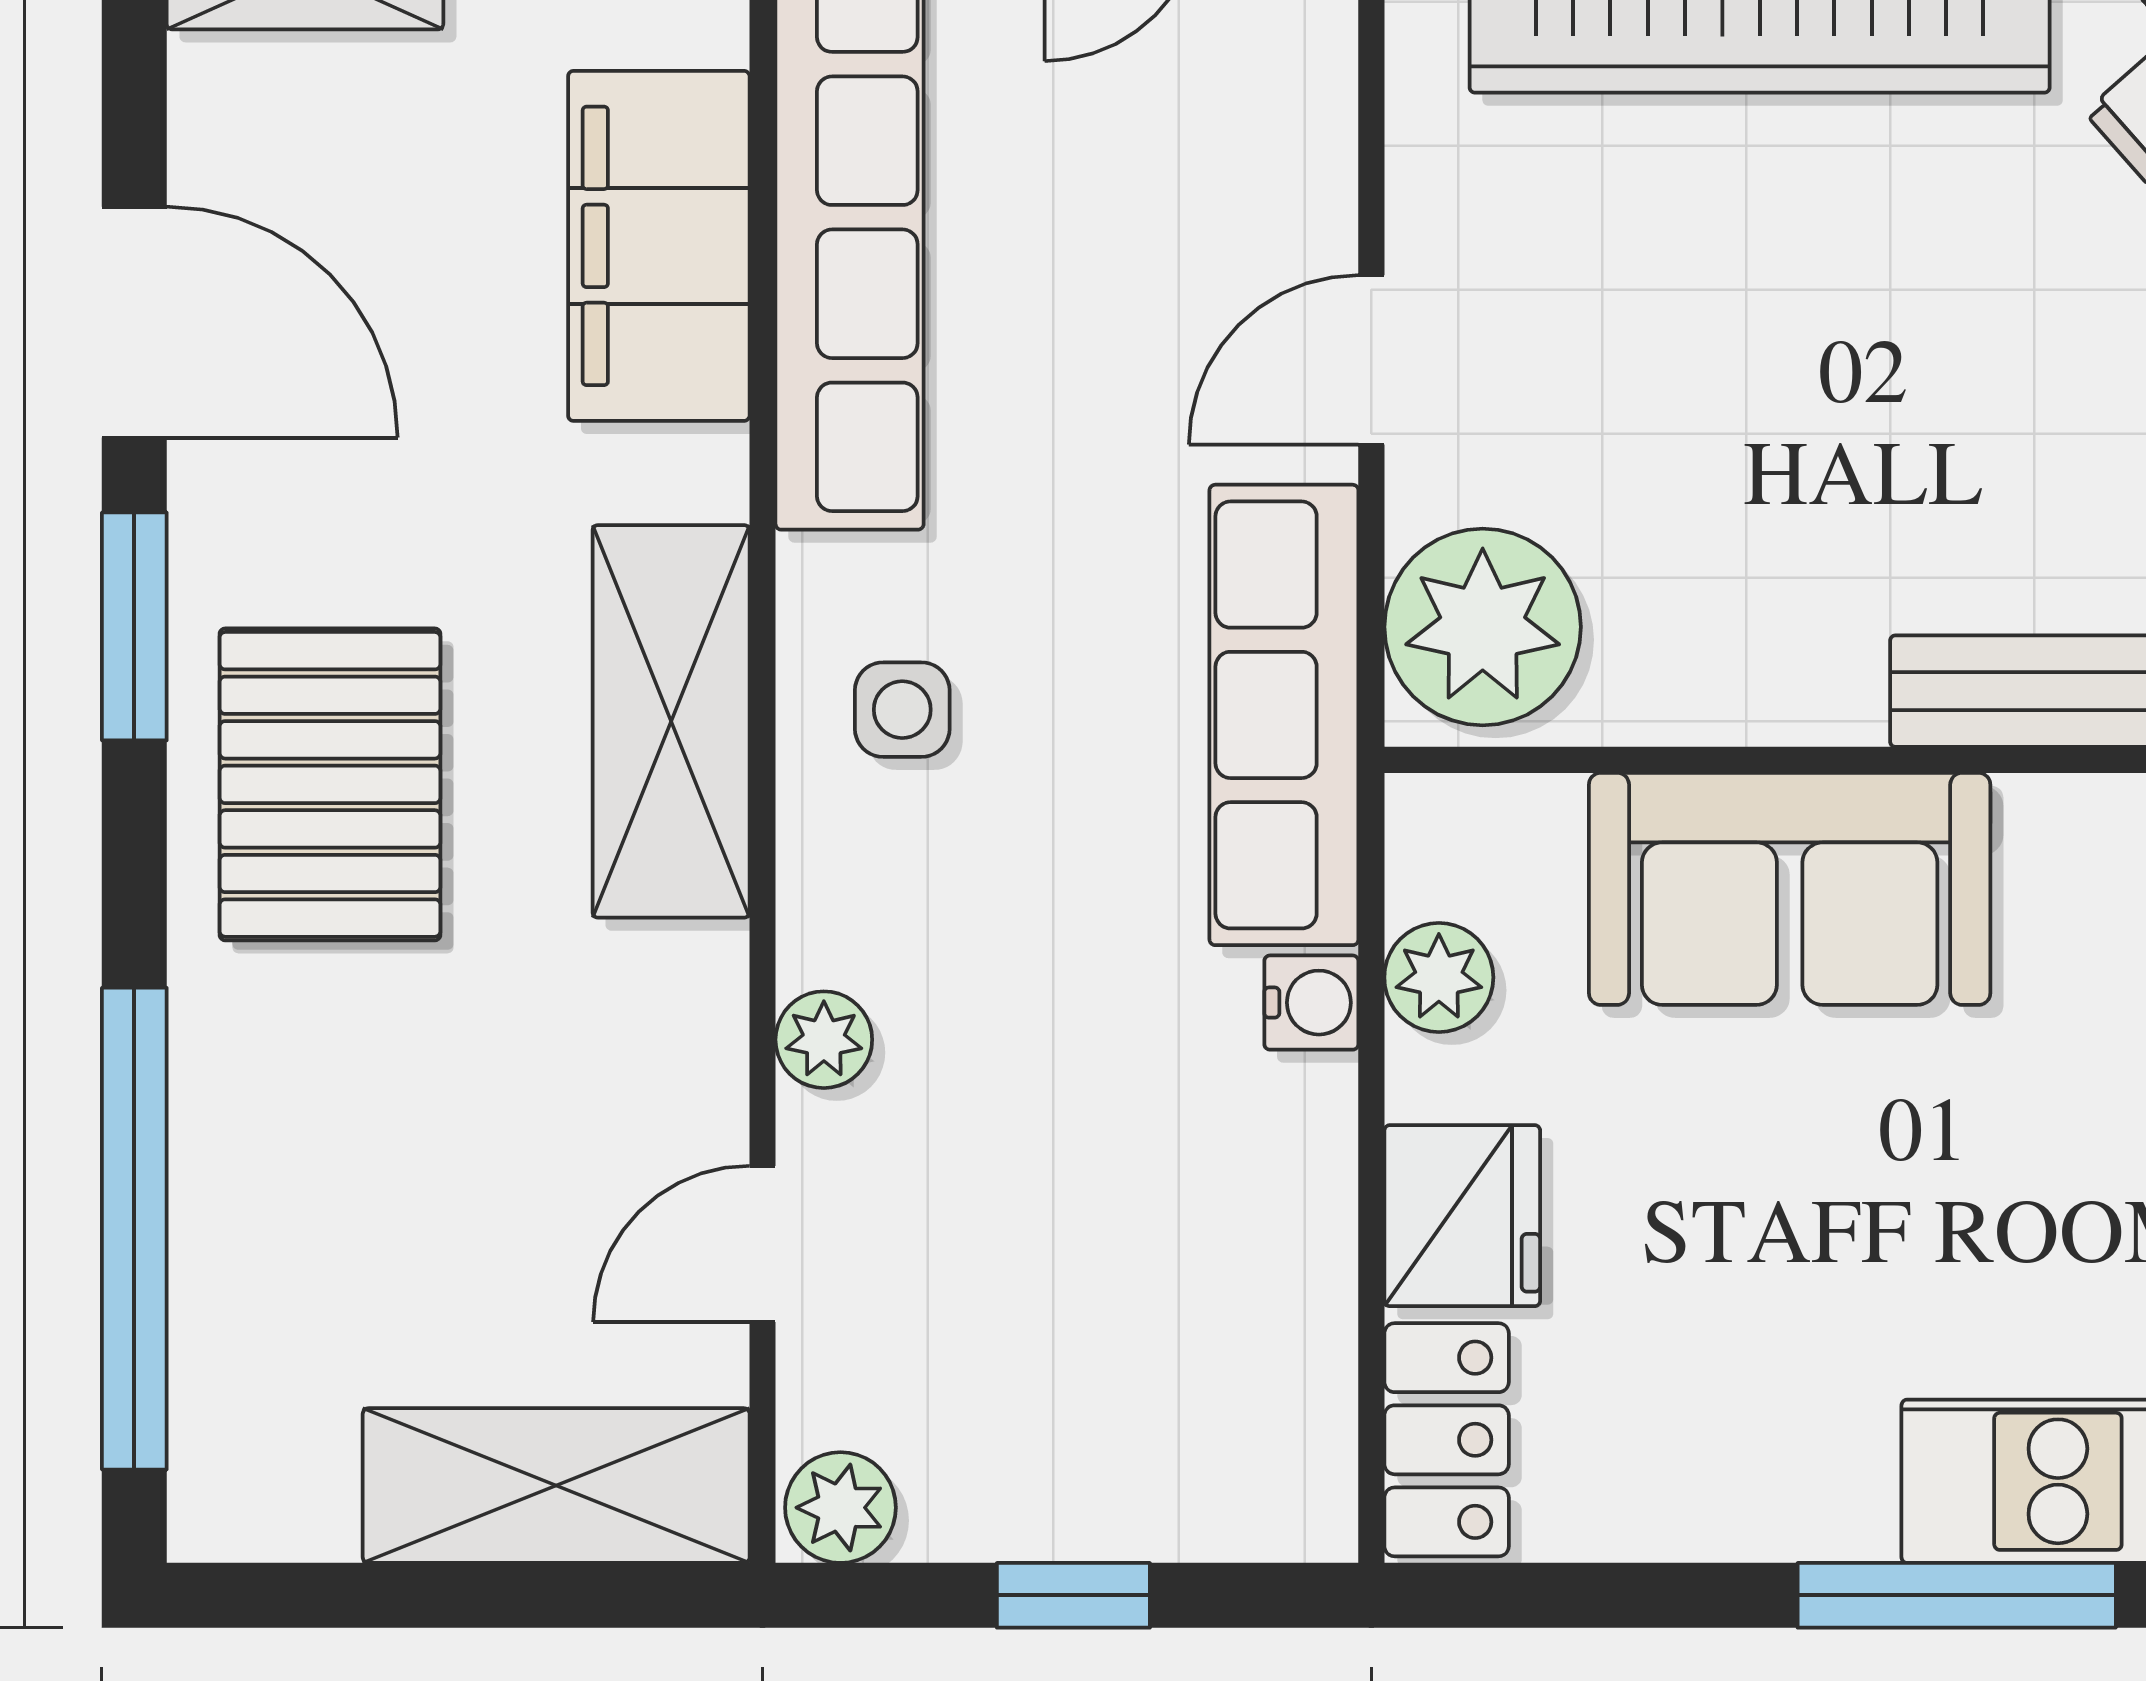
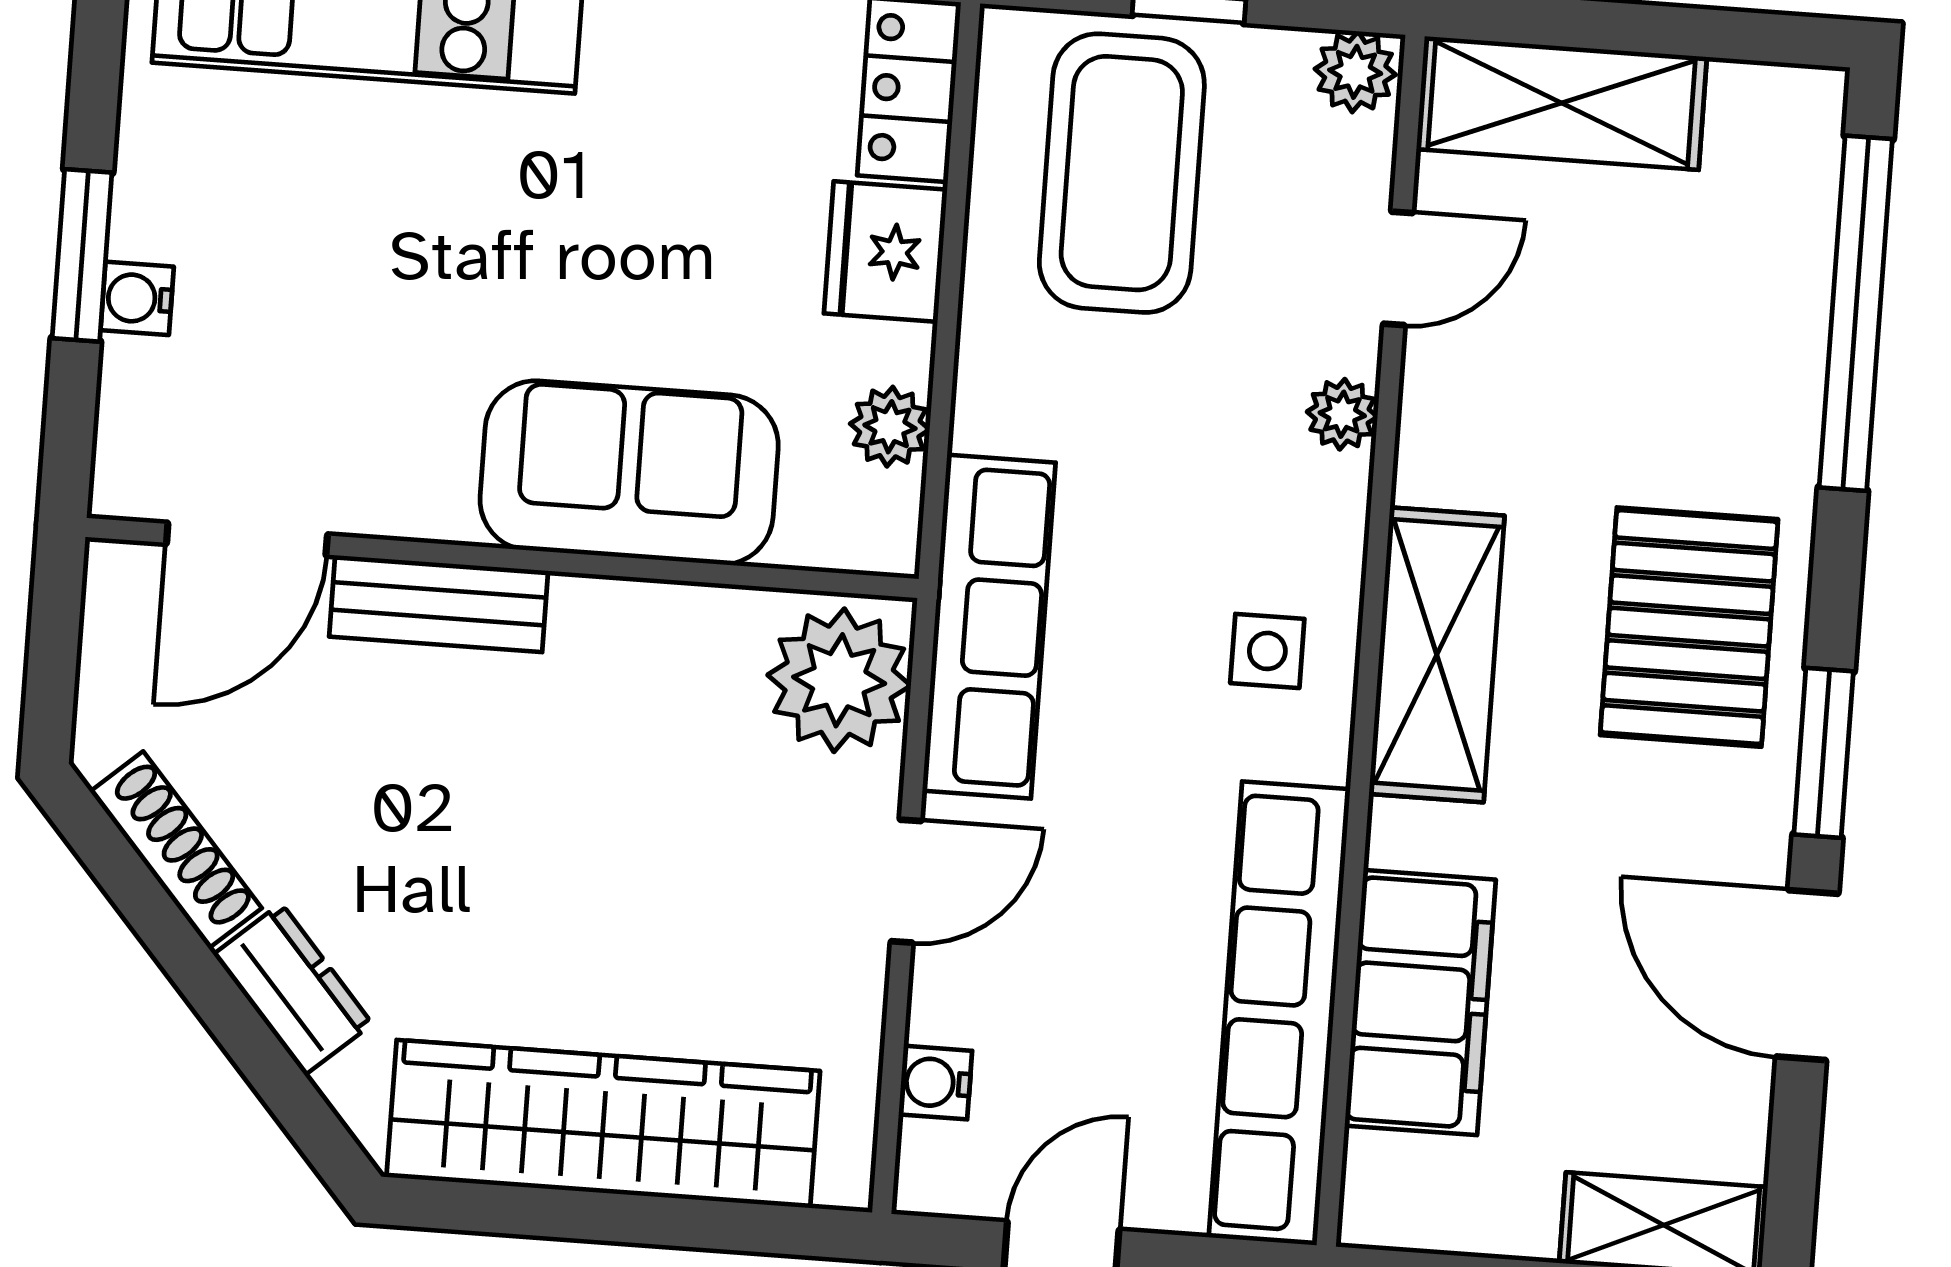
water cooler: (1311, 1003) -> (935, 1083), moved
coffee table: (1148, 1346) -> (1122, 173), added

